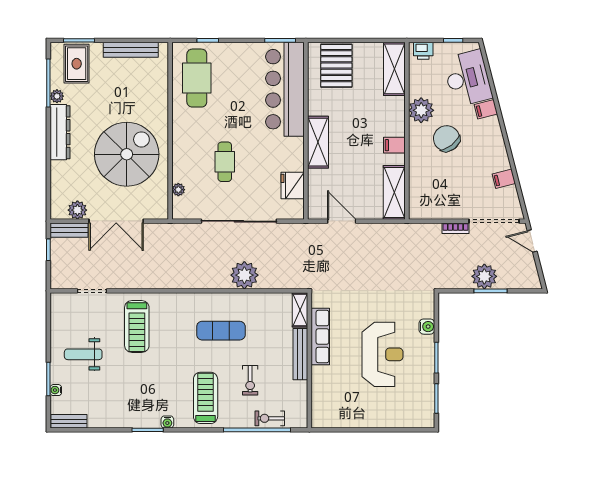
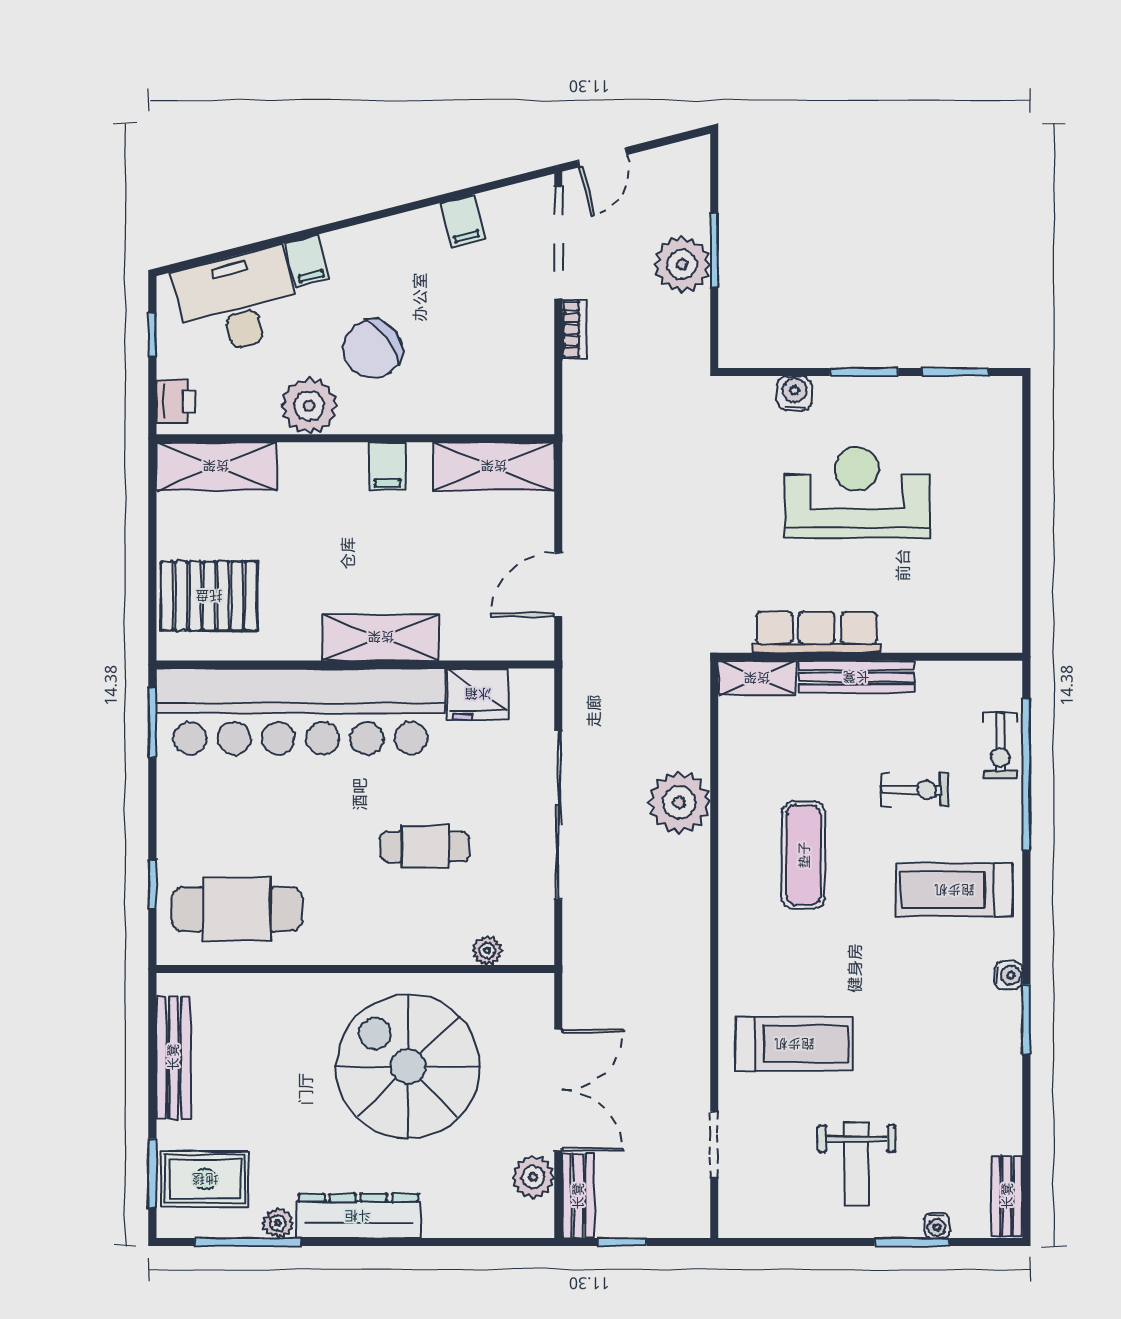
bar counter: (285, 89) -> (300, 712), width x1.36

